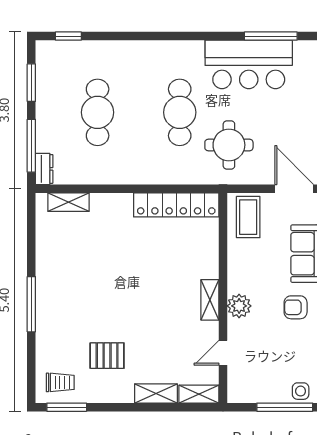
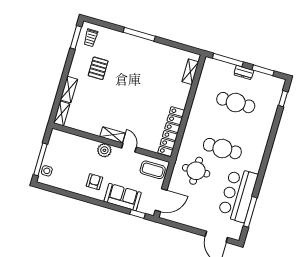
dresser: (44, 169) -> (244, 73), moved
door: (223, 353) -> (129, 148), moved

